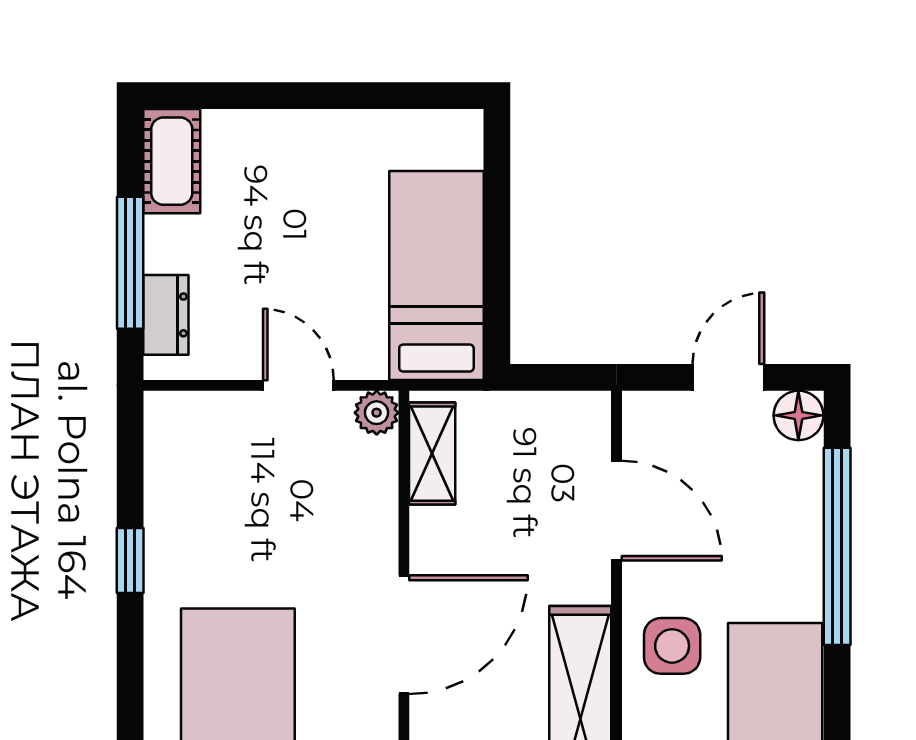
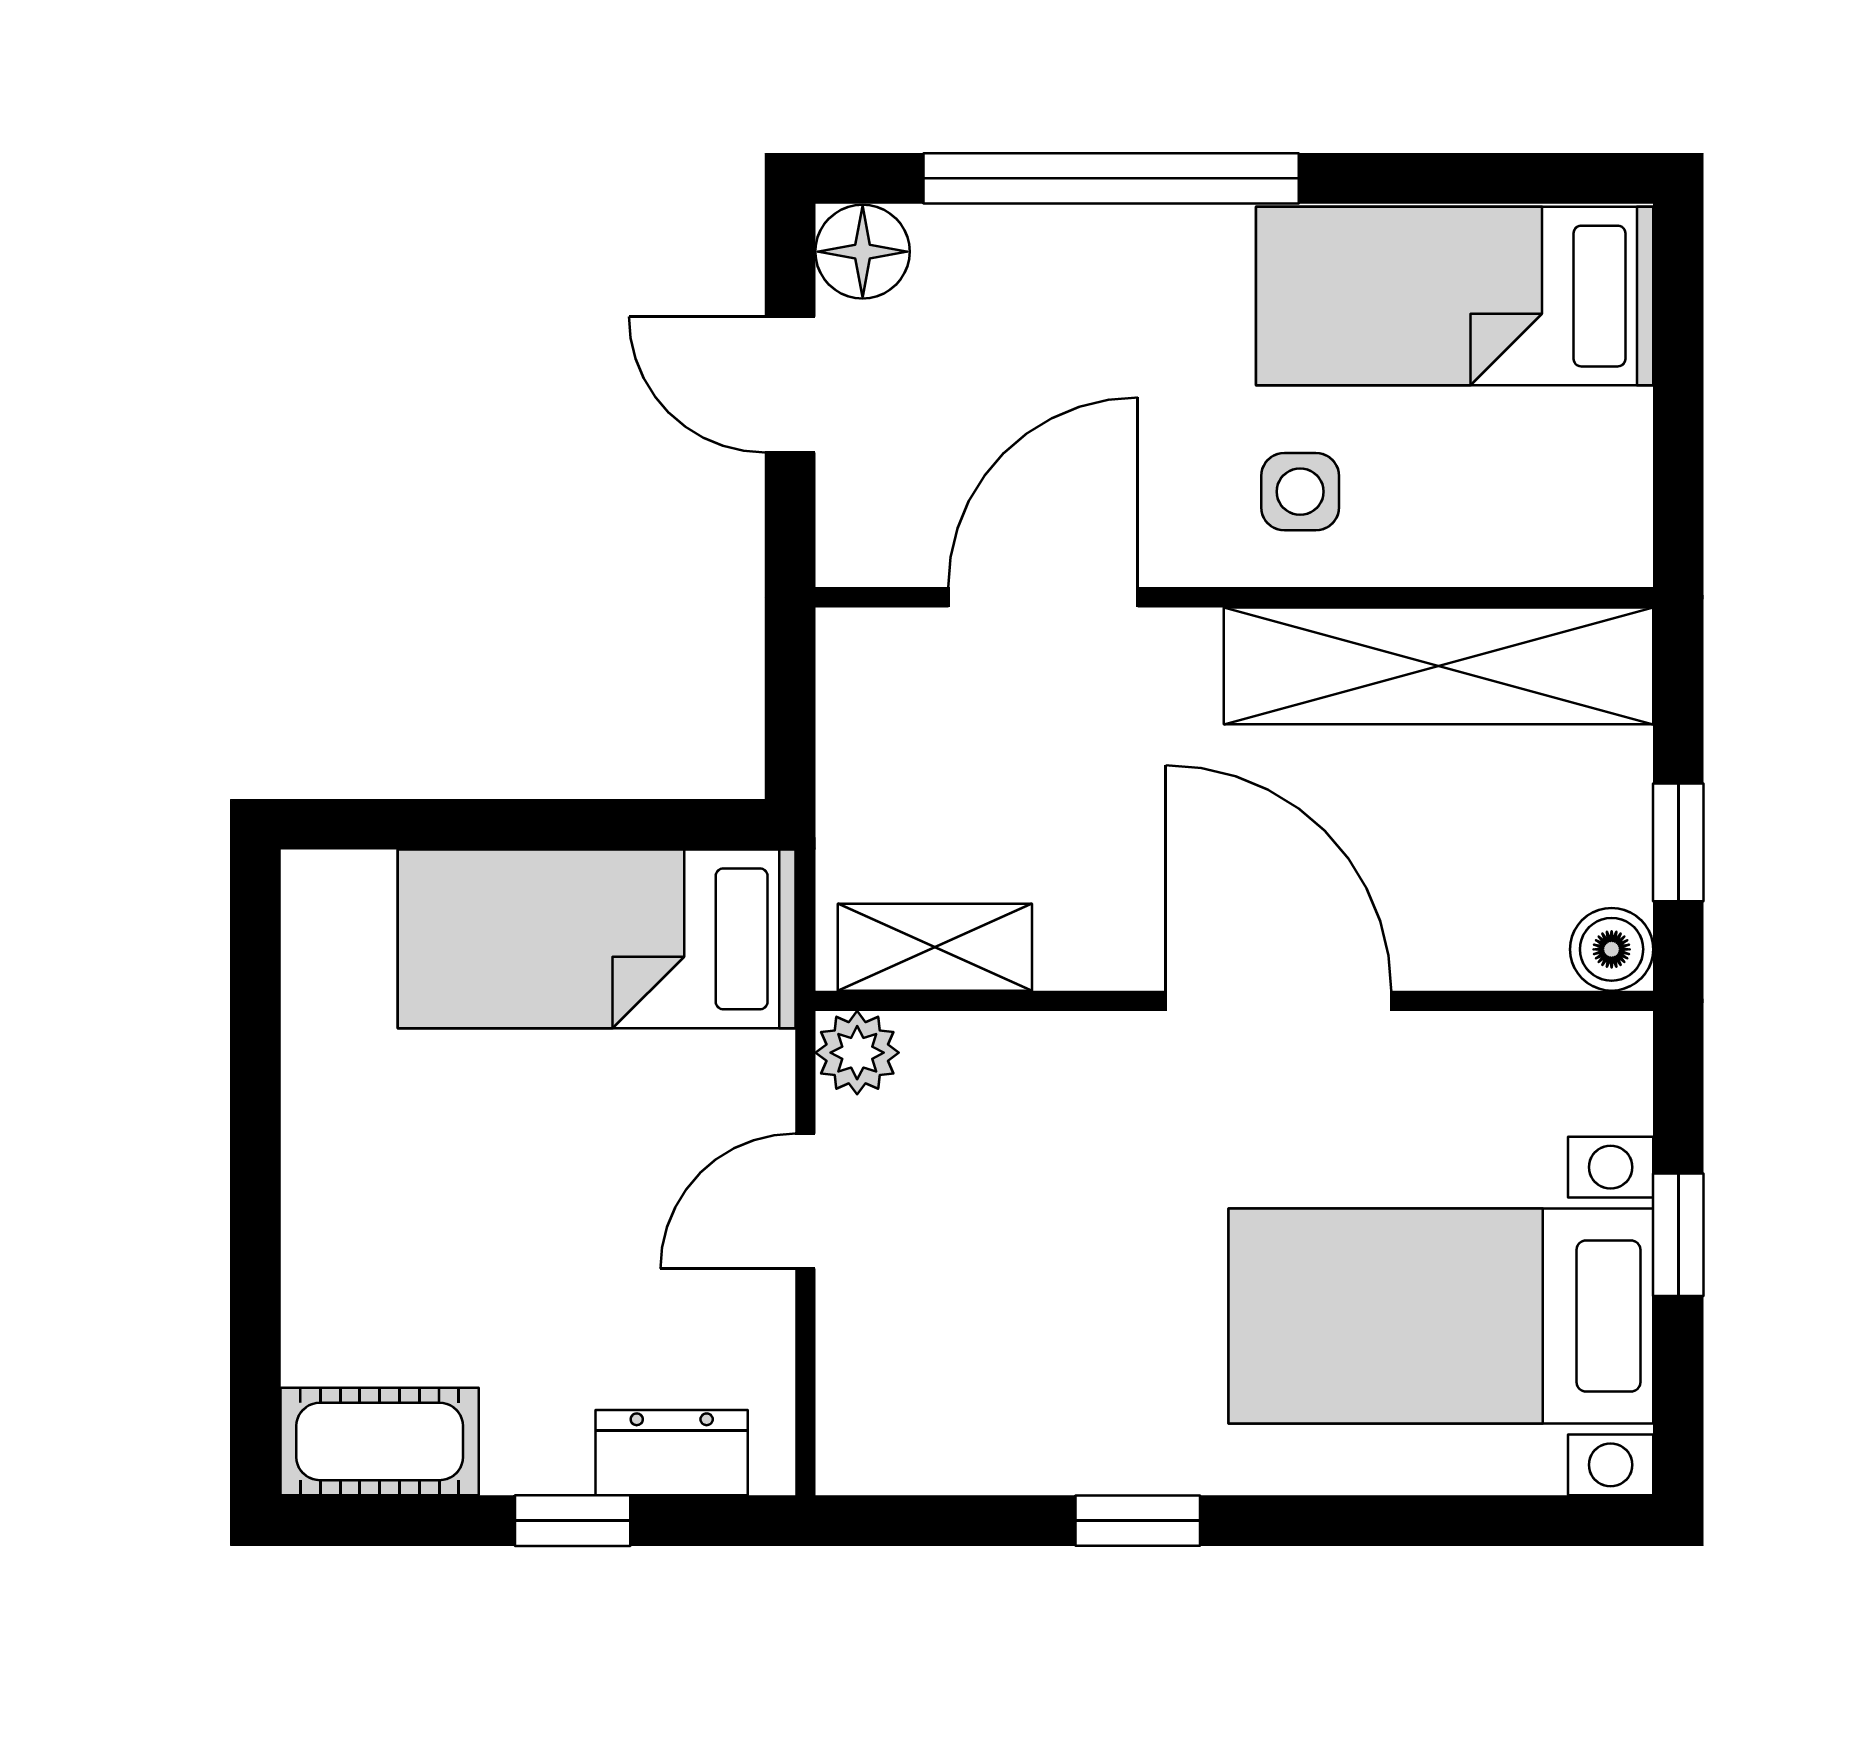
window: (130, 263) -> (573, 1521), width x0.46
side table: (672, 646) -> (1300, 492), width x0.73, depth x0.73

